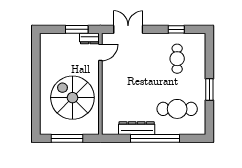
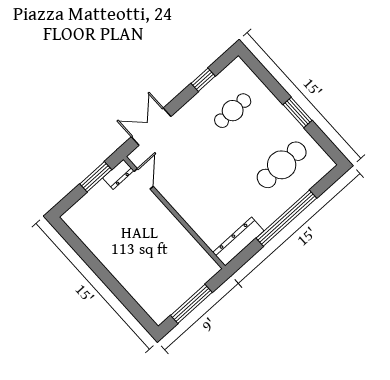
cafe table: (177, 59) -> (233, 111), turned 90
spiral stairs: (72, 98) -> (158, 255), removed
dresser: (137, 128) -> (238, 242), moved

